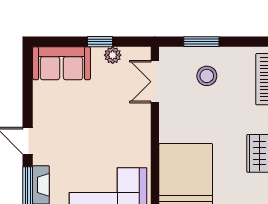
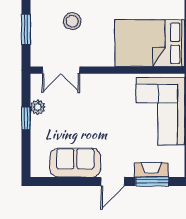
sofa: (62, 63) -> (75, 163), moved, turned -90
stool: (207, 76) -> (72, 21), moved

